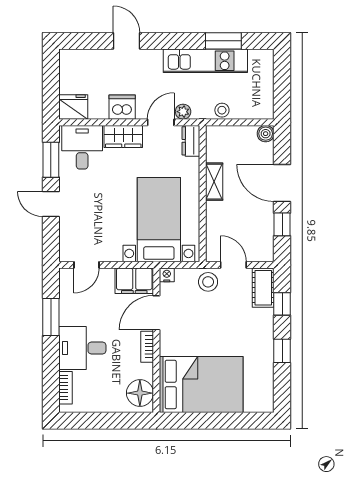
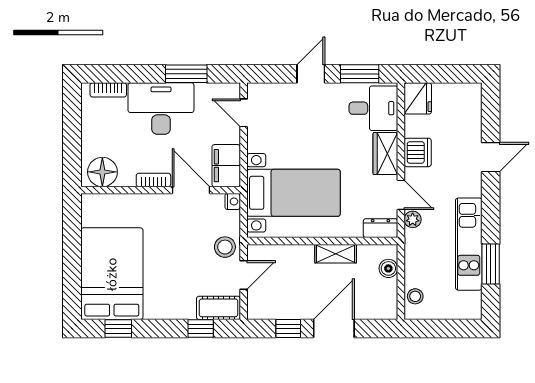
stool: (222, 110) -> (415, 296), moved
boiler: (266, 134) -> (388, 268), moved
desk: (82, 348) -> (161, 109), width x1.37
window: (282, 351) -> (118, 329), moved
bed: (201, 384) -> (112, 274), moved, turned 180

